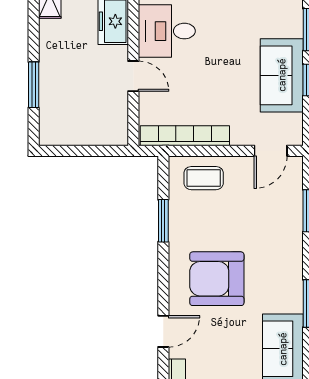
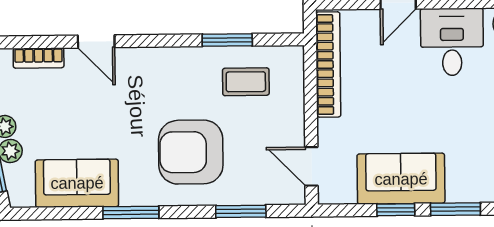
coffee table: (204, 178) -> (246, 82), moved, turned 90
armchair: (217, 279) -> (191, 152), moved, turned -90

